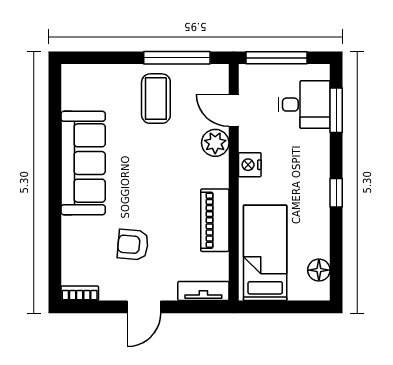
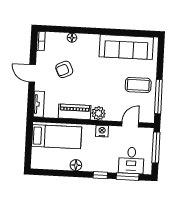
plant: (215, 143) -> (99, 113), moved
sofa: (83, 163) -> (126, 47), moved
window: (336, 193) -> (100, 175), moved
floor lamp: (70, 233) -> (72, 38), added
armchair: (133, 245) -> (64, 69), turned -120
floor lamp: (319, 270) -> (76, 165), moved

